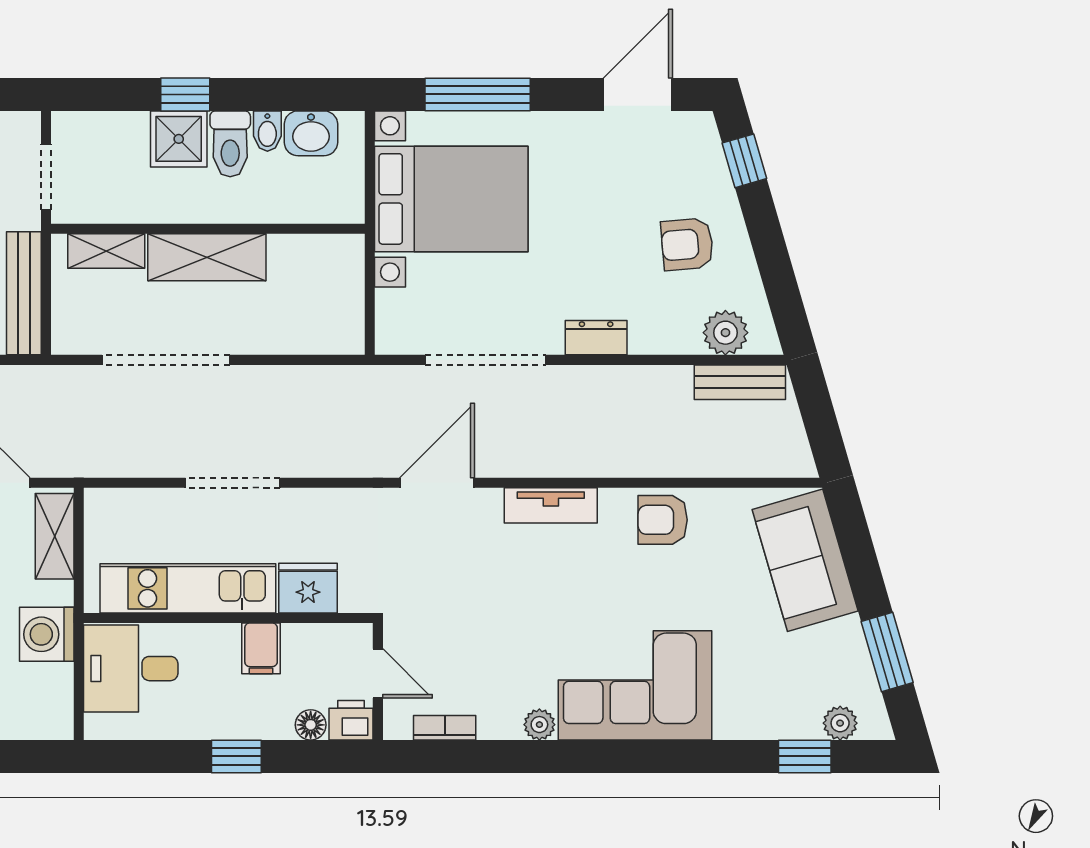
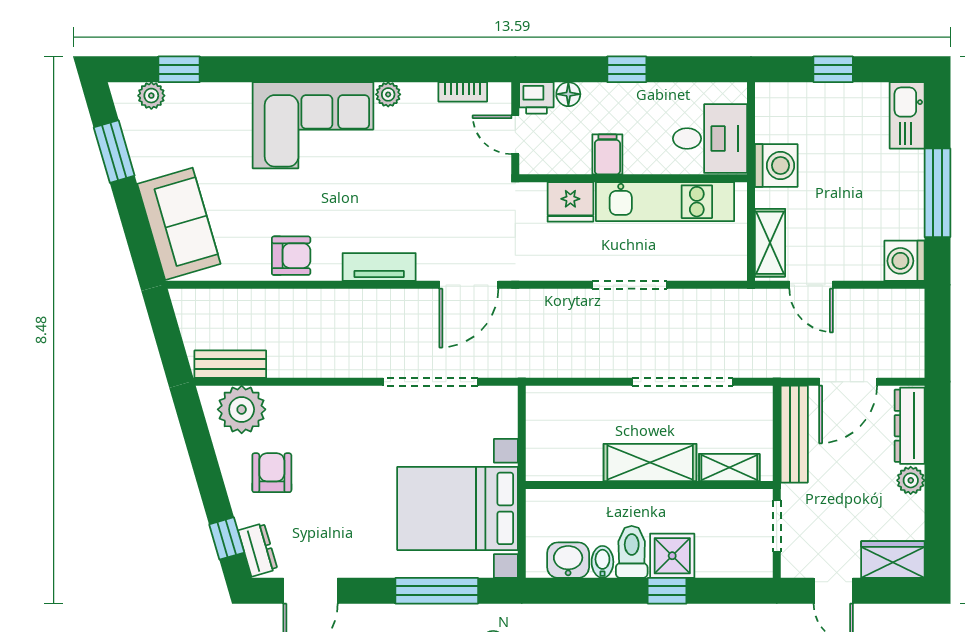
armchair: (687, 244) -> (272, 473), turned -85
plant: (725, 333) -> (242, 409), width x1.36, depth x1.36
dresser: (596, 338) -> (258, 550), moved, turned -106

